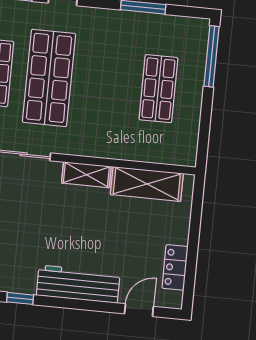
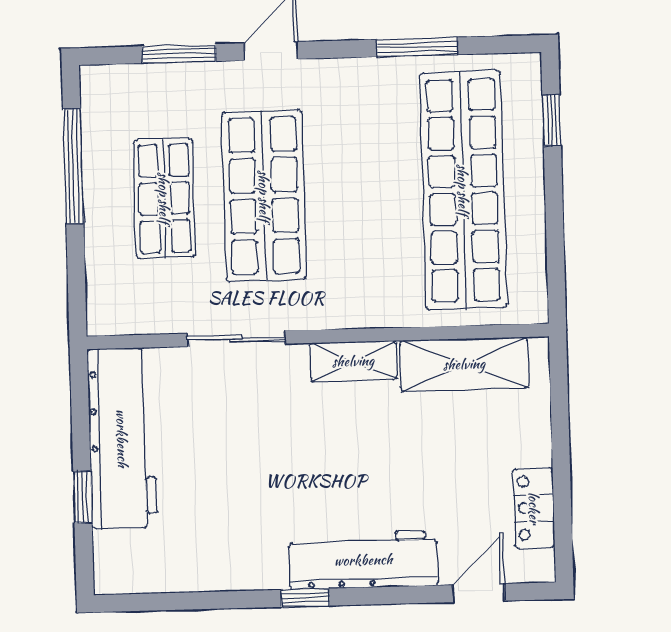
window: (212, 56) -> (552, 120), width x0.46
shop shelf: (158, 89) -> (463, 190), width x2.00, depth x1.36
window: (20, 298) -> (305, 598), moved

